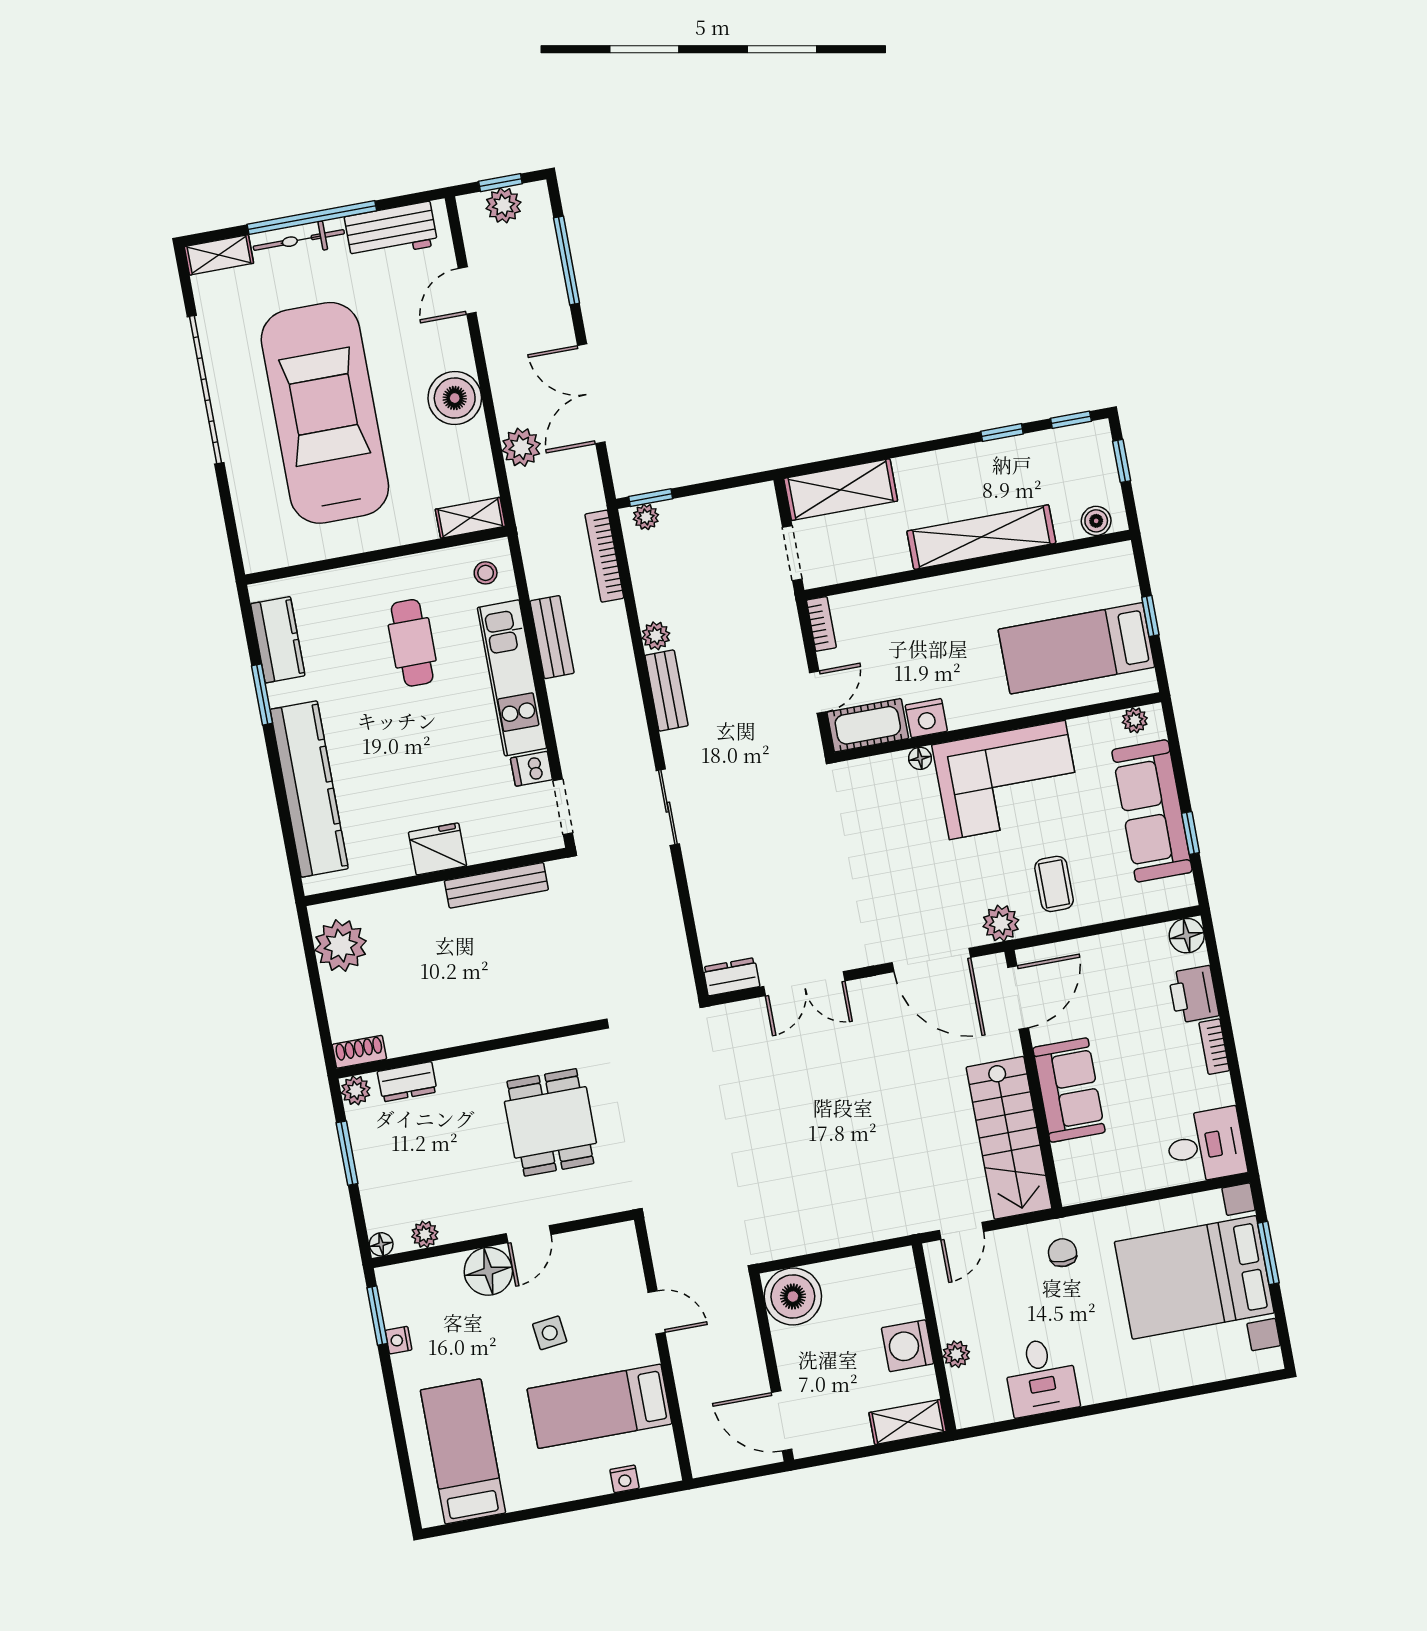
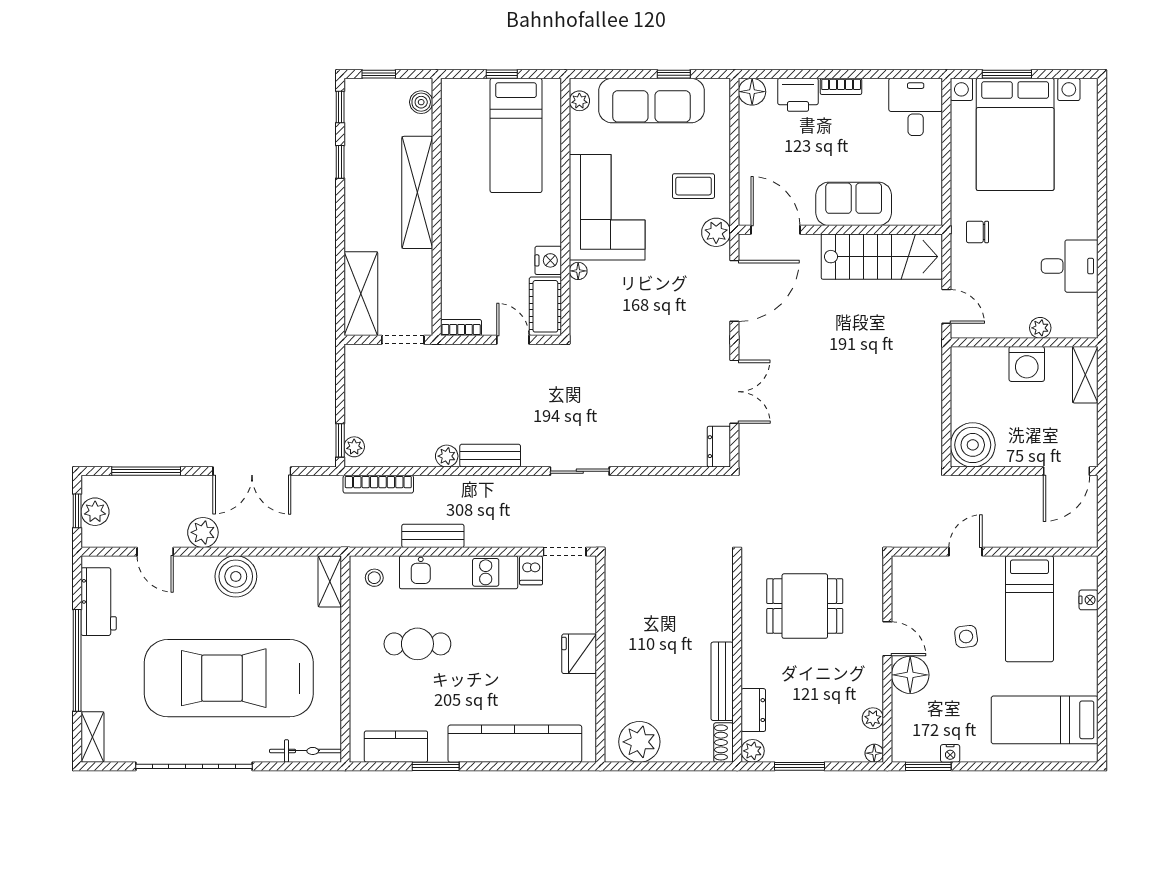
bicycle: (299, 240) -> (306, 751), moved, turned -90
plant: (521, 447) -> (203, 532), moved
bench: (496, 885) -> (722, 681), moved

